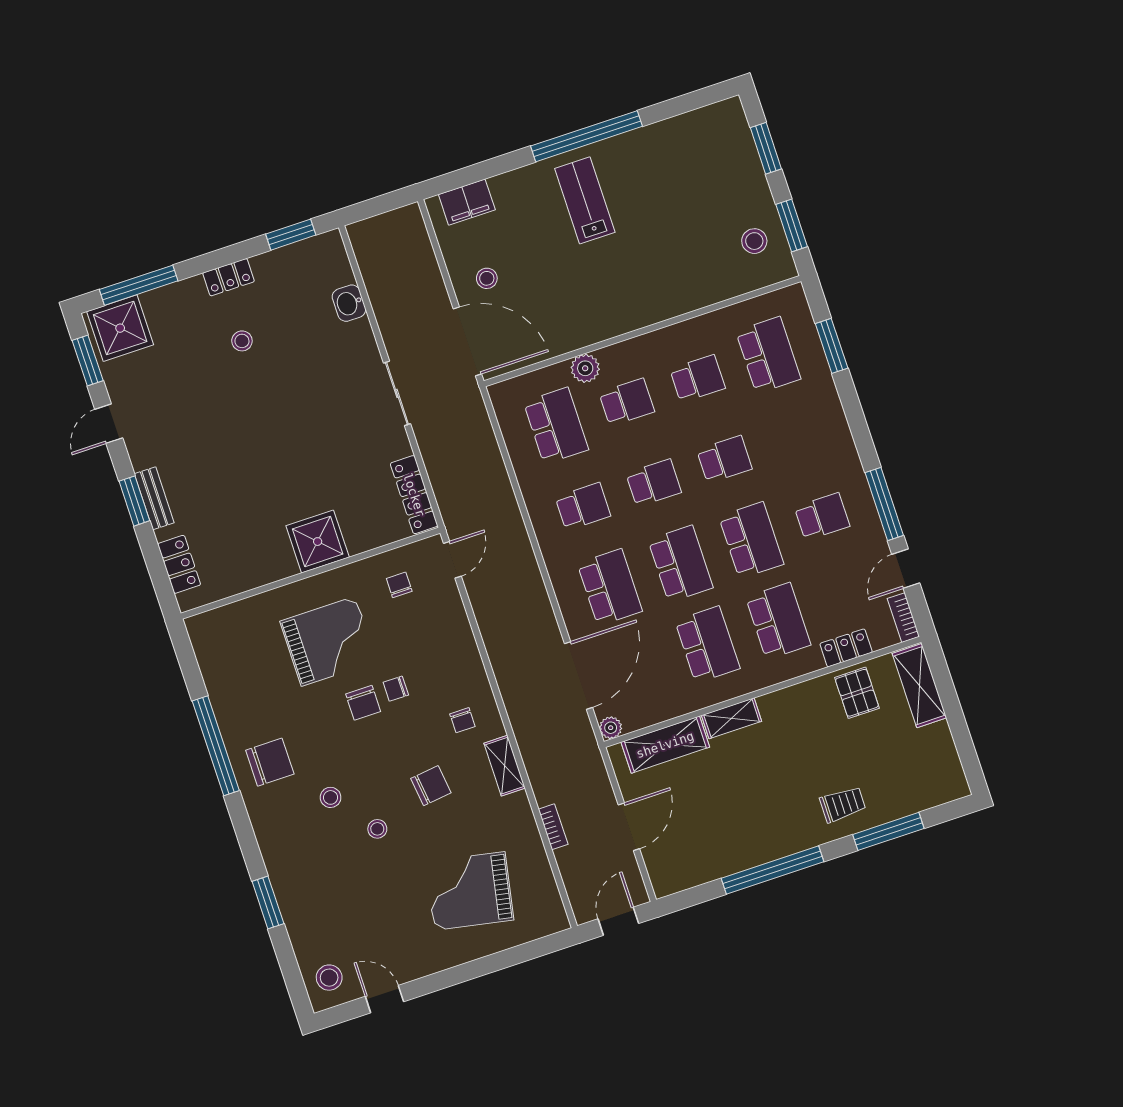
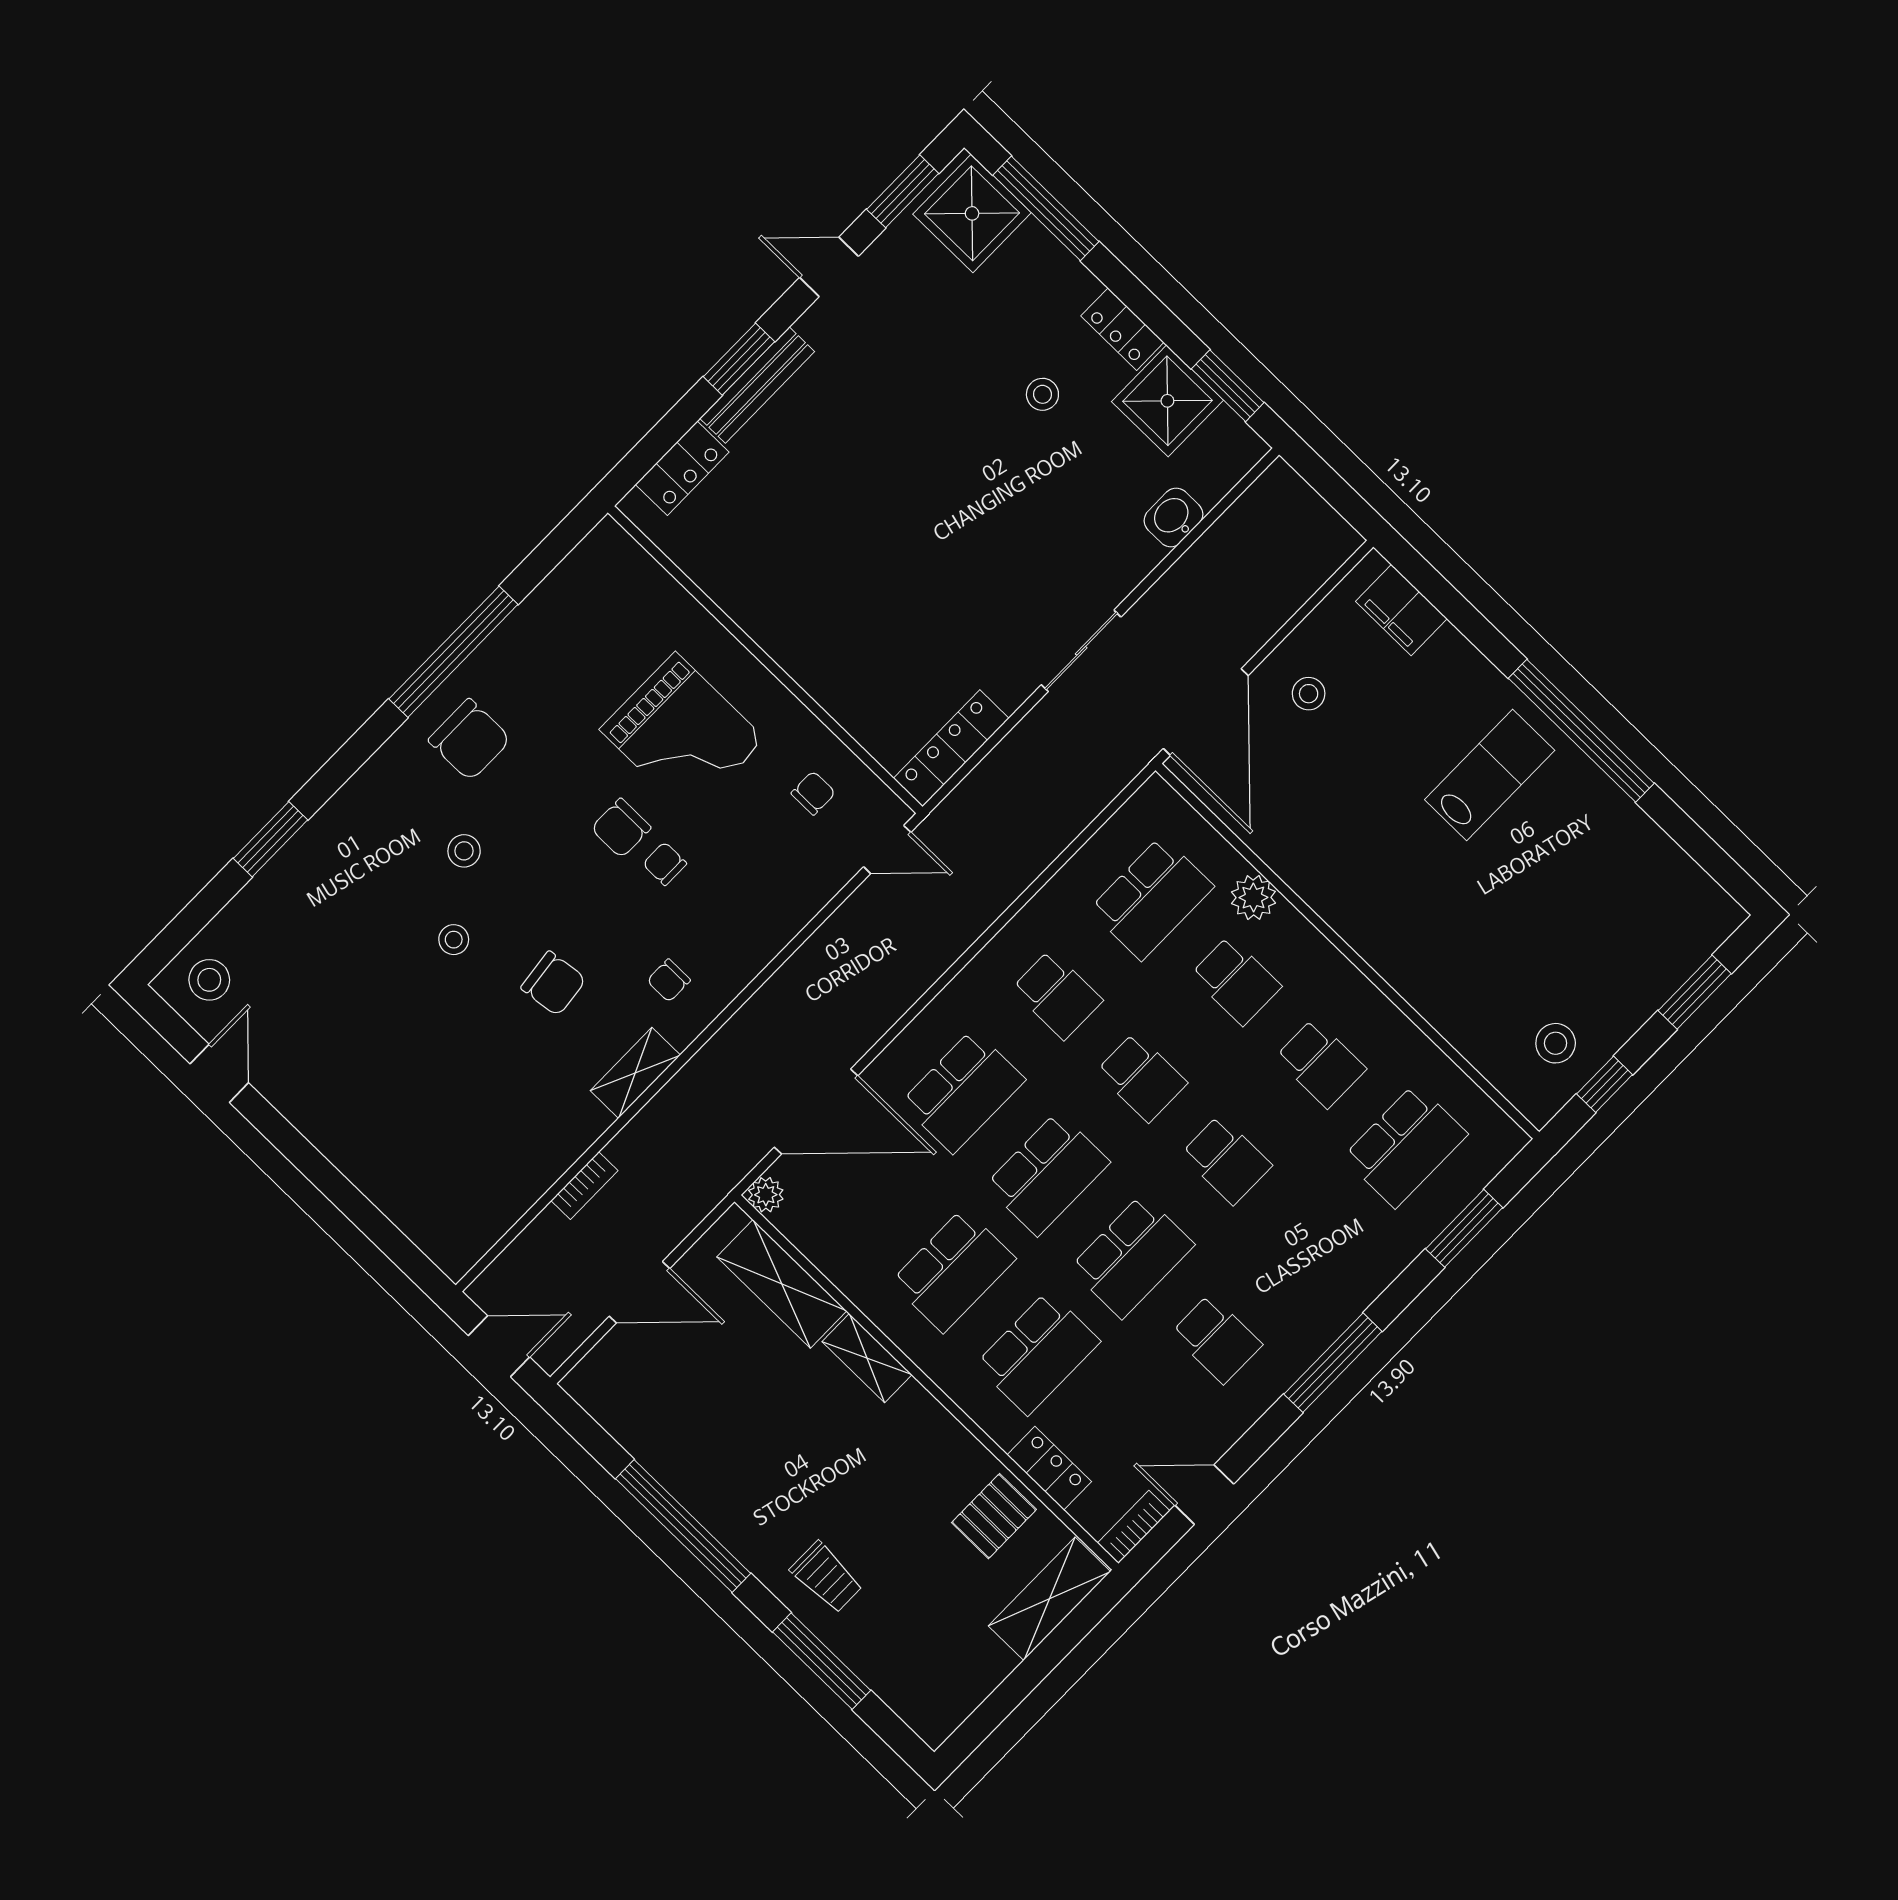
window: (792, 225) -> (1605, 1084), width x0.67
bench: (154, 498) -> (757, 385), width x1.36
window: (884, 504) -> (1333, 1363), moved
shower: (318, 542) -> (1167, 401), moved
grand piano: (470, 891) -> (433, 1115), removed

